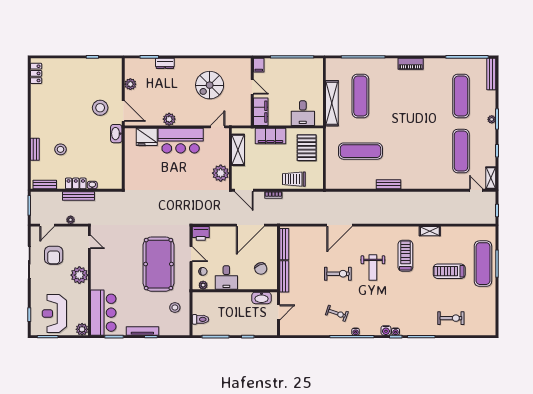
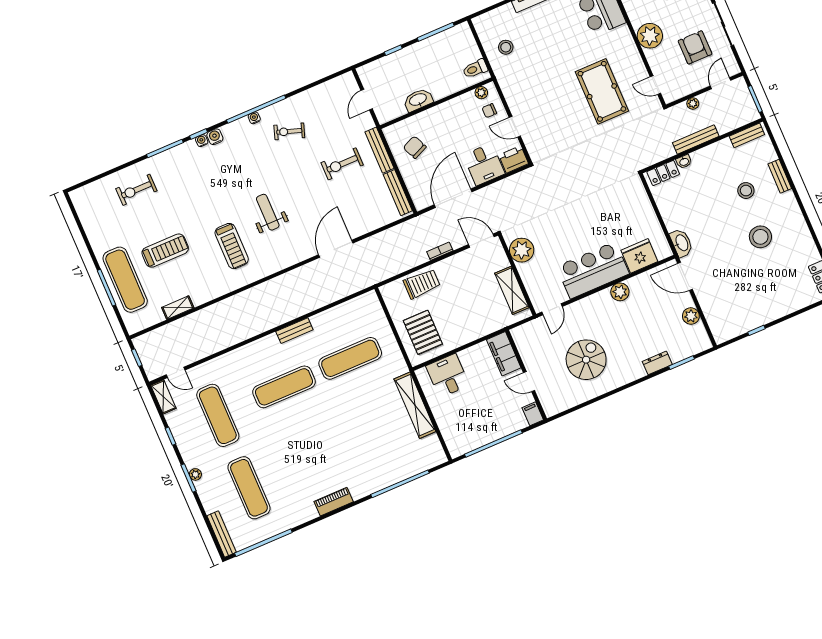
exercise mat: (360, 96) -> (284, 387), moved, turned 90
stool: (100, 108) -> (760, 237), moved
filing cabinet: (270, 136) -> (477, 327), removed
locker: (76, 183) -> (663, 173), moved
shelving: (430, 231) -> (178, 308), moved
pool table: (159, 264) -> (602, 91), moved, width x0.73, depth x0.76
exercise bike: (338, 274) -> (342, 164), moved
desk: (226, 278) -> (484, 164), moved, turned 180
washbasin: (261, 298) -> (418, 100), moved
toilet: (200, 319) -> (475, 69), moved

